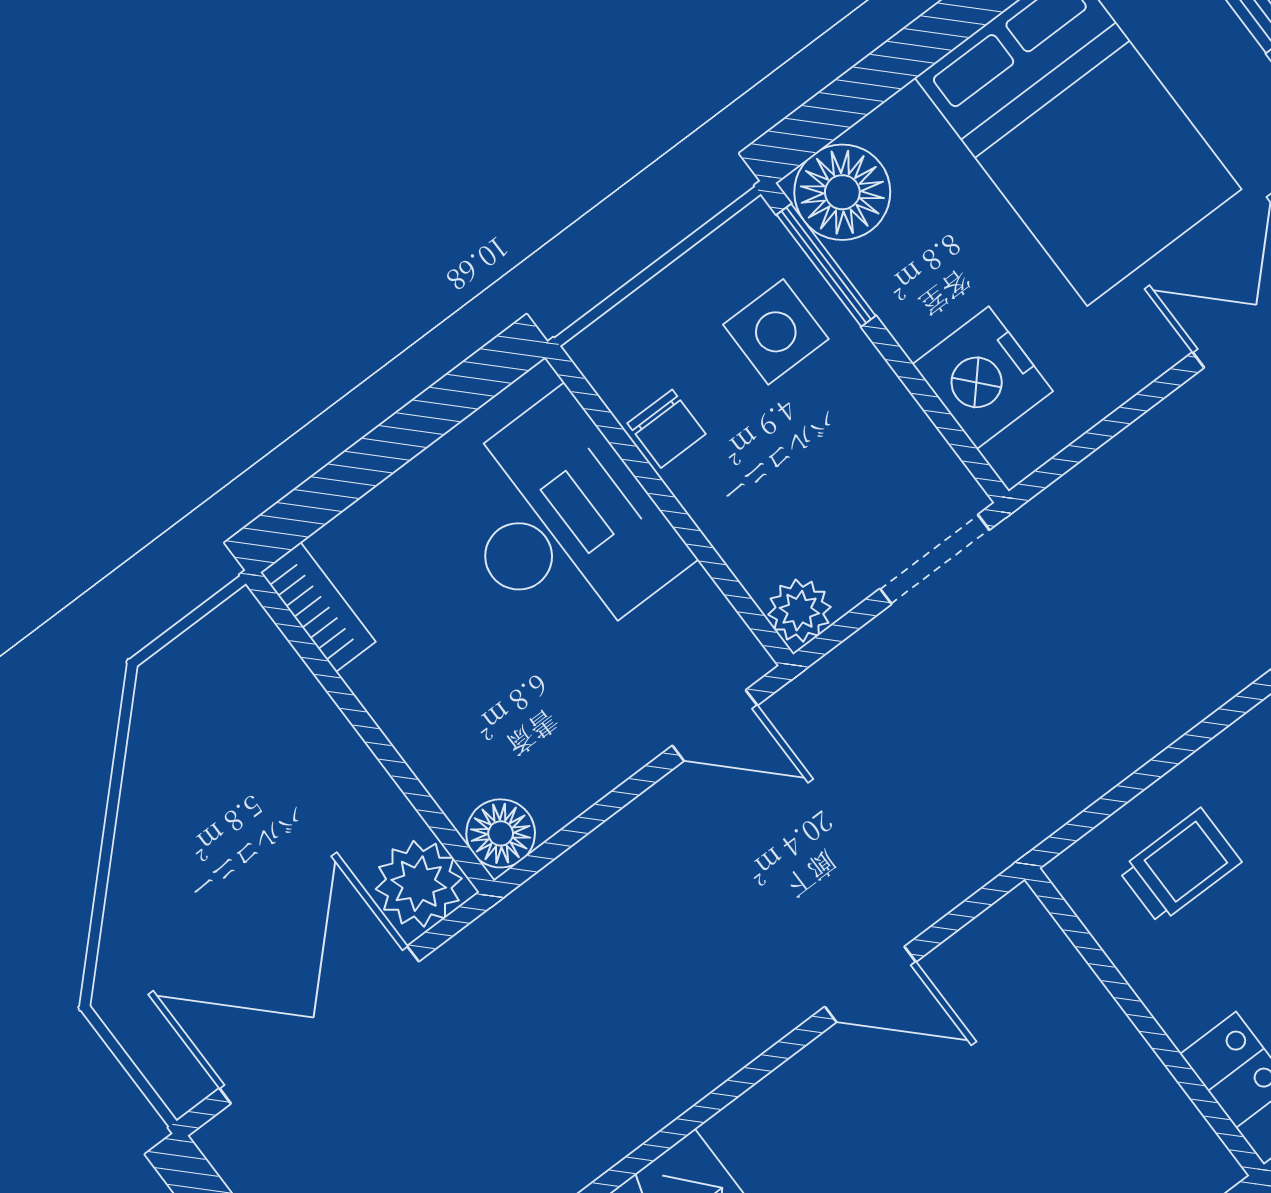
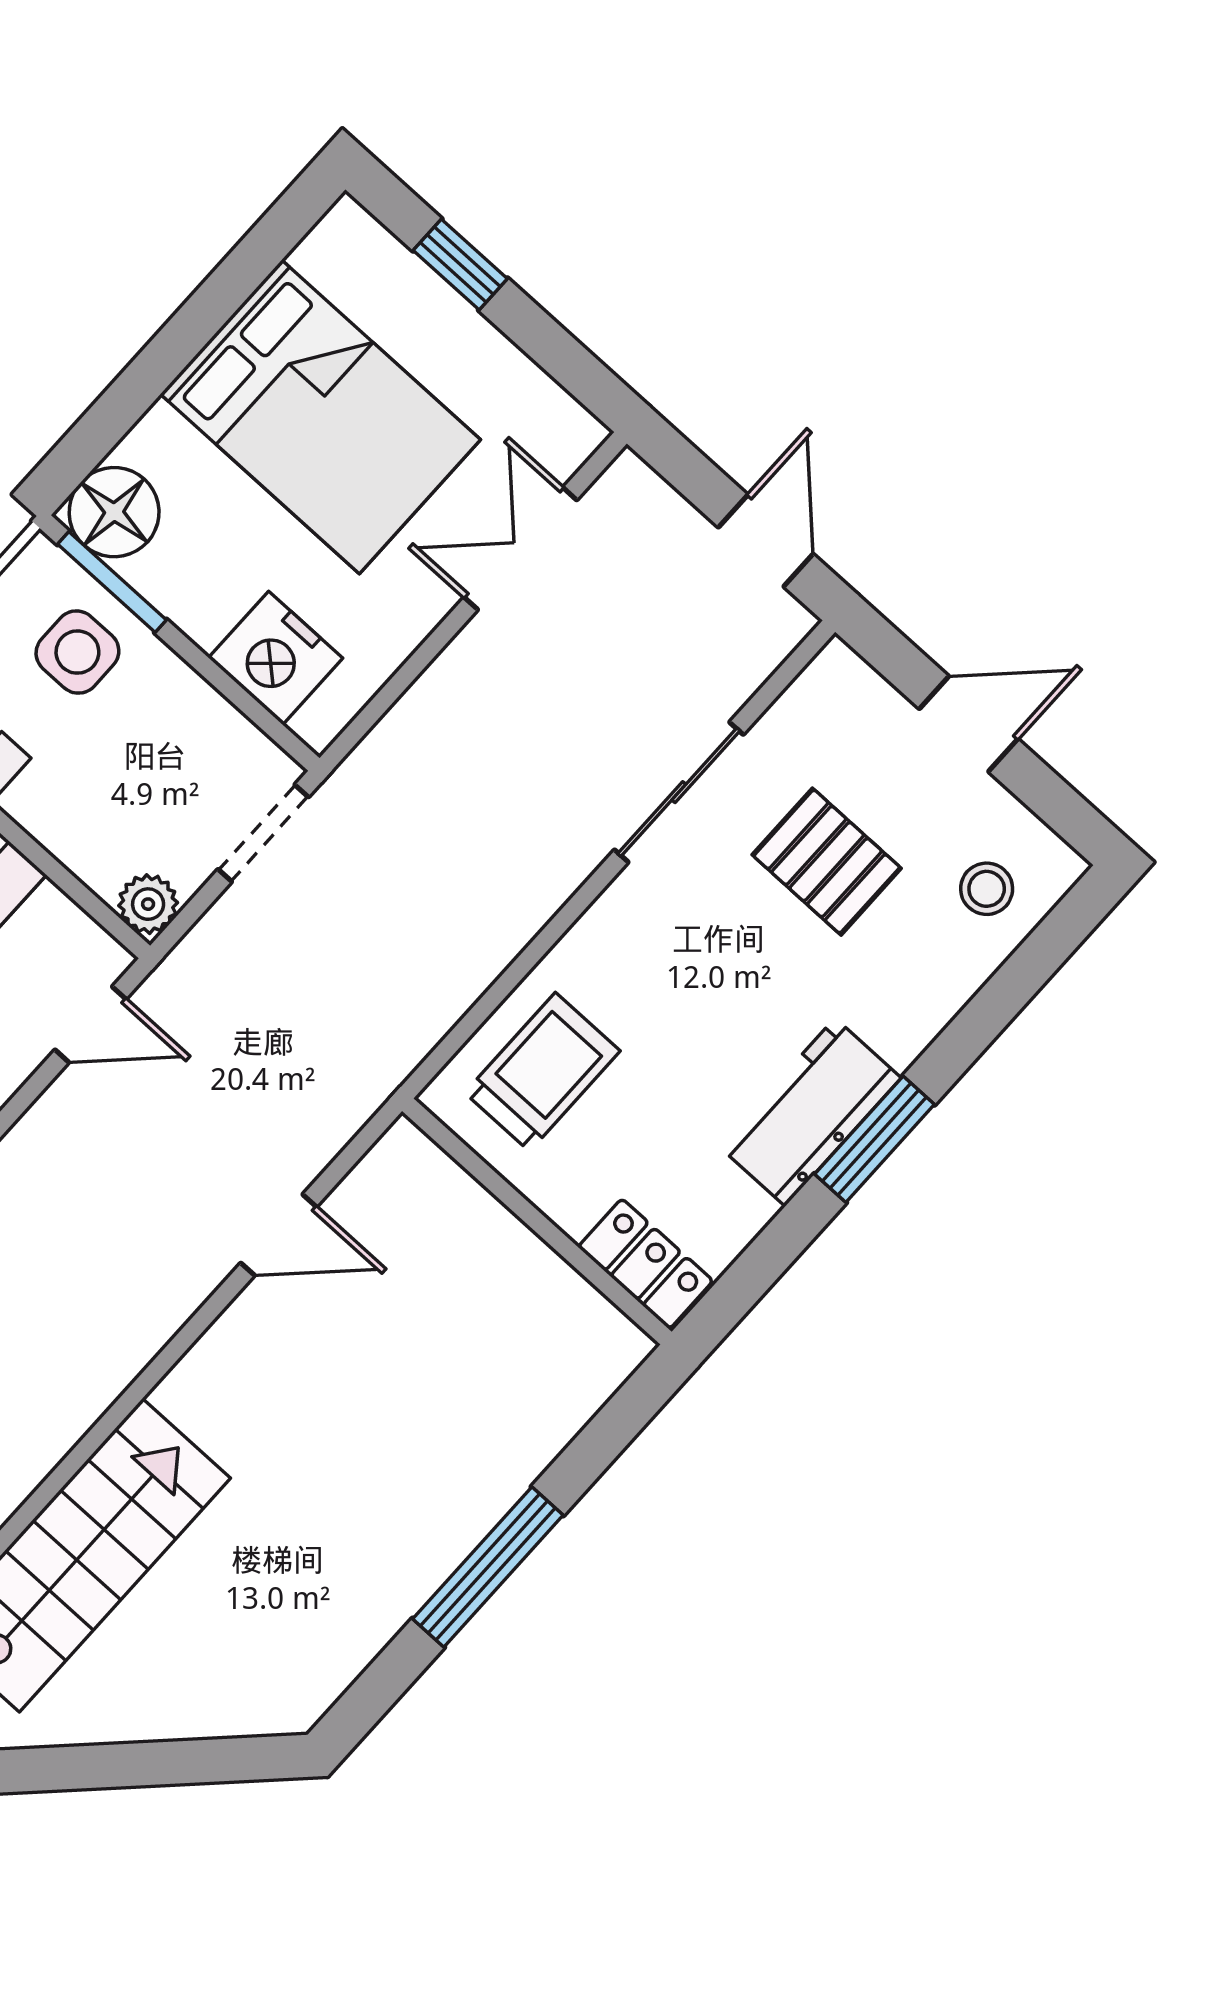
trolley: (1180, 866) -> (542, 1072), width x1.36, depth x1.39

